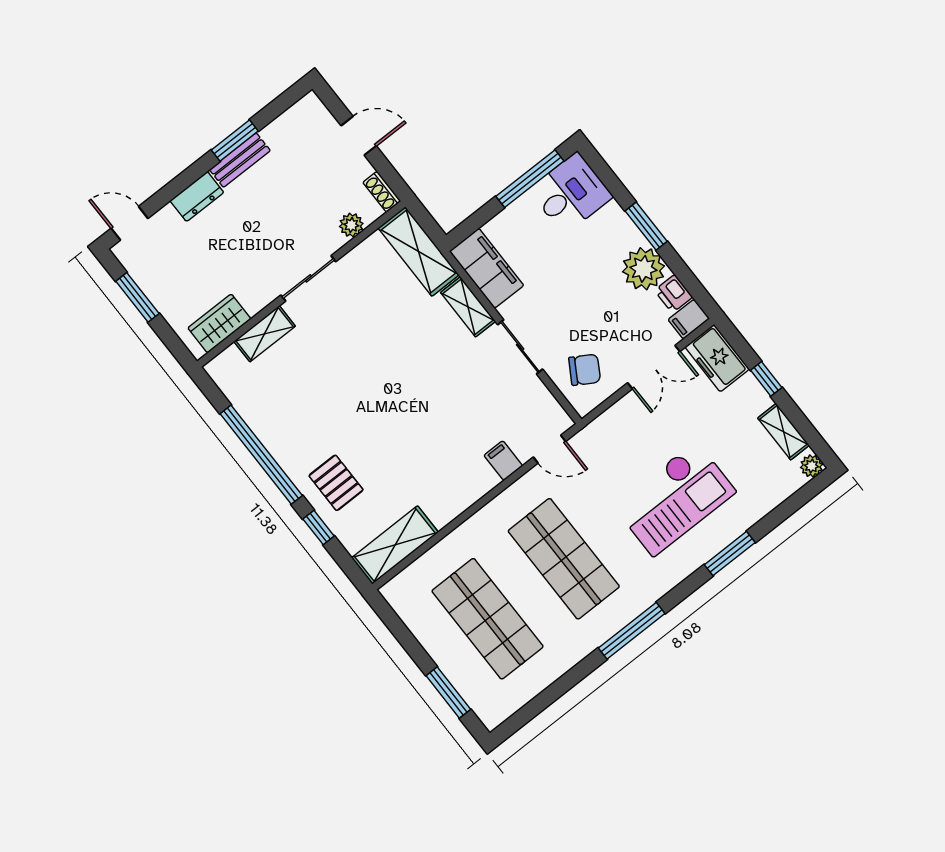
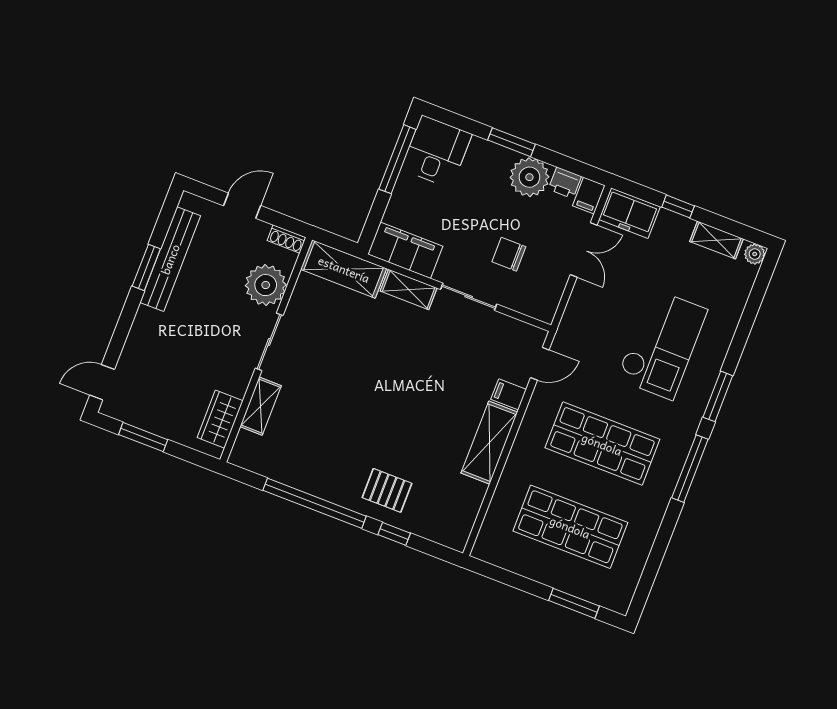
bench: (240, 160) -> (170, 259), width x1.86, depth x1.21
dresser: (197, 196) -> (143, 329), removed
plant: (351, 225) -> (266, 285), width x1.88, depth x1.88
chair: (585, 370) -> (509, 254), moved, turned -121
shelving: (395, 545) -> (489, 443), moved
window: (730, 554) -> (718, 396), moved

